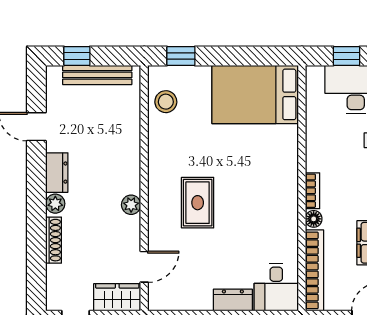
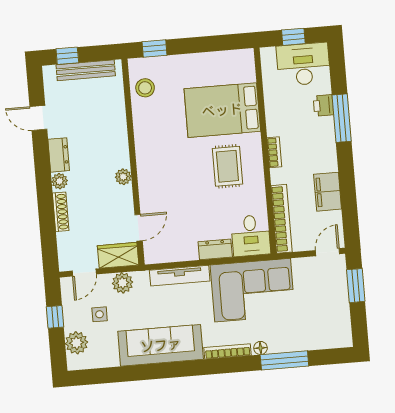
bed: (255, 94) -> (222, 110), moved
rug: (198, 203) -> (227, 166), moved
floor lamp: (314, 219) -> (277, 176), removed

